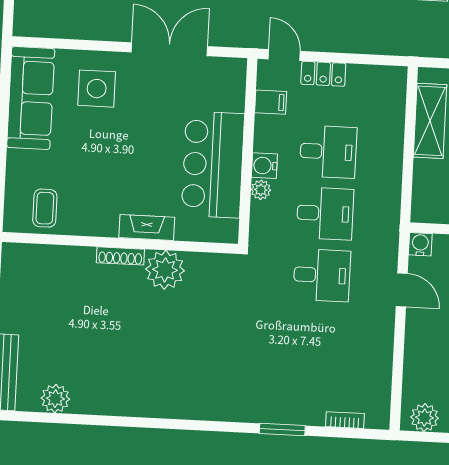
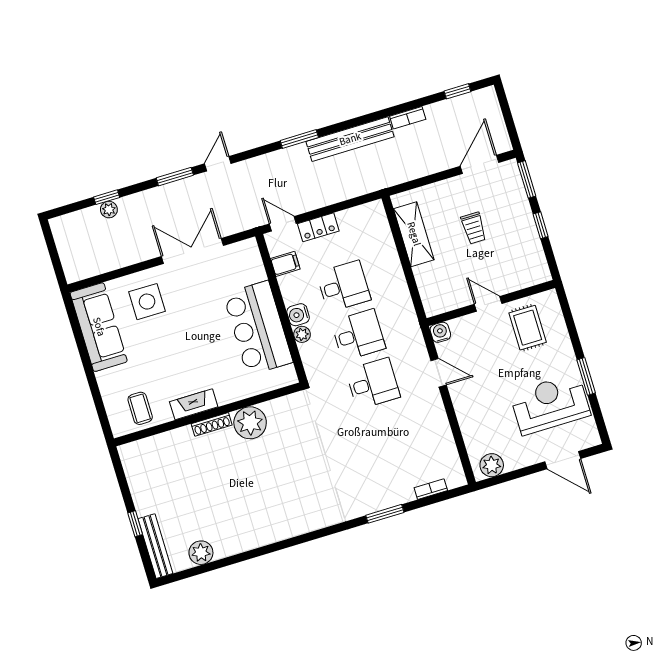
fireplace: (147, 227) -> (194, 404), moved

